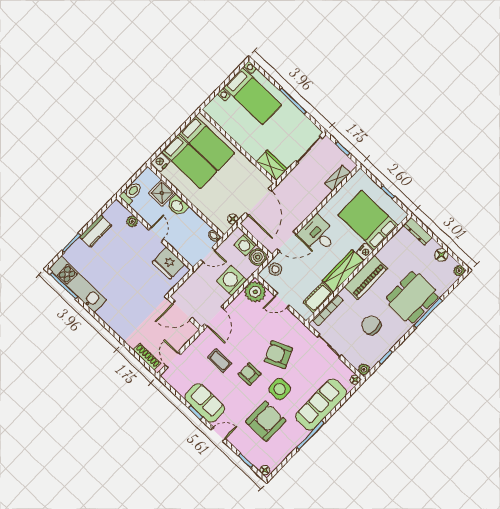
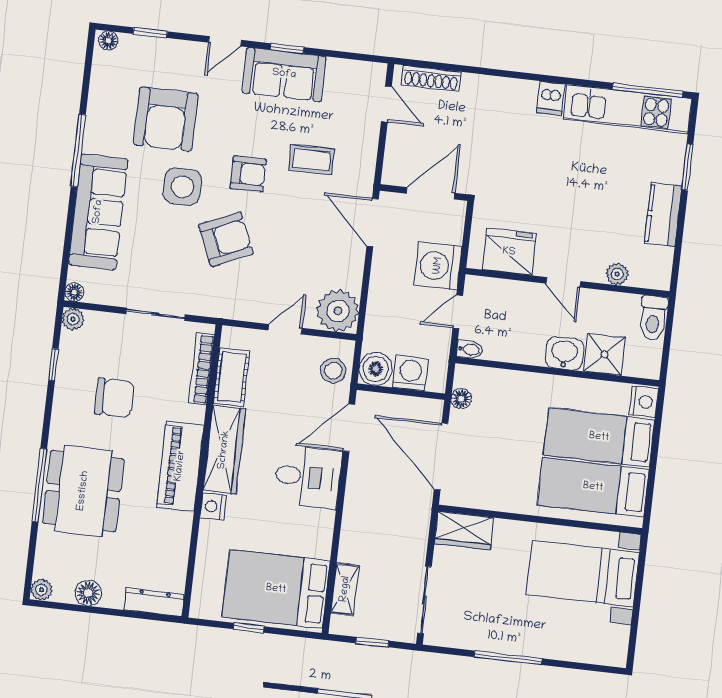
bed with nightstands: (253, 96) -> (583, 574), moved
bed: (368, 220) -> (276, 589), moved, turned 180
washing machine: (232, 281) -> (438, 266), moved, turned 180
dishwasher: (105, 312) -> (550, 98), added

